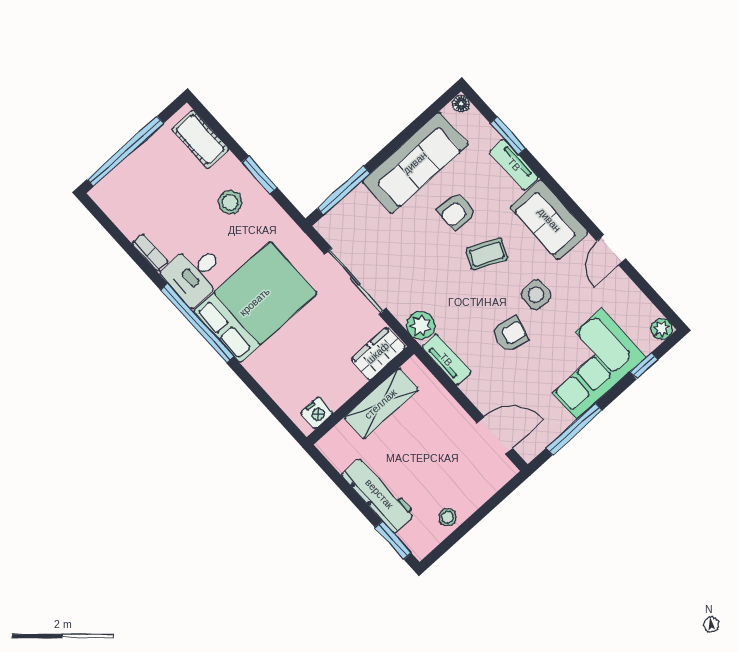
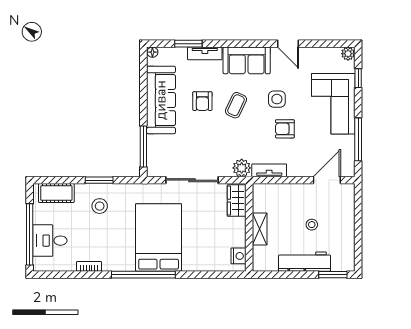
desk: (195, 274) -> (50, 241), moved, turned 90
armchair: (510, 334) -> (285, 129), turned -104
shelving: (381, 404) -> (260, 229), width x0.67, depth x0.75
stool: (447, 517) -> (312, 225), moved

